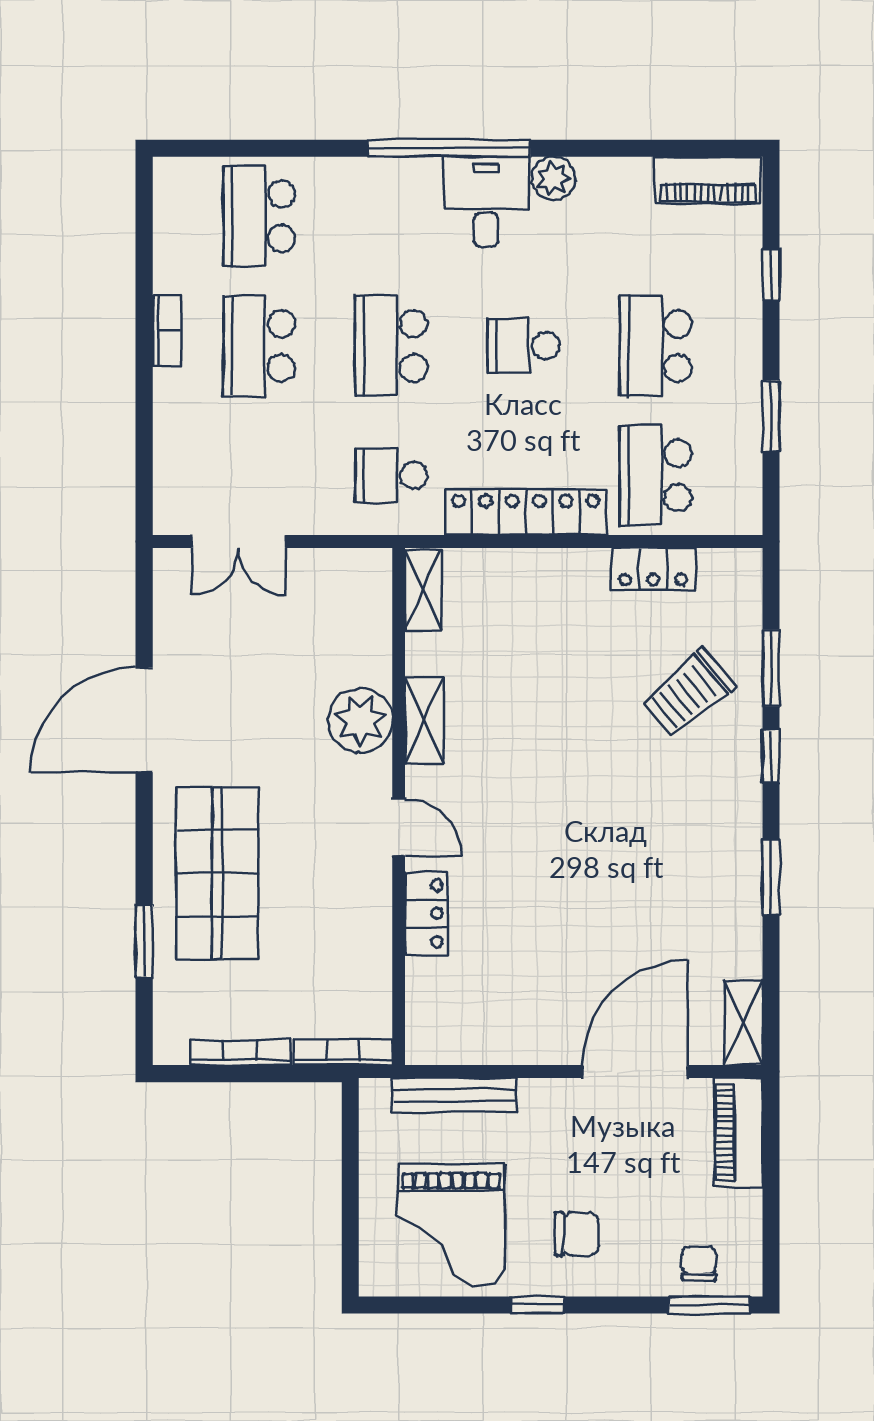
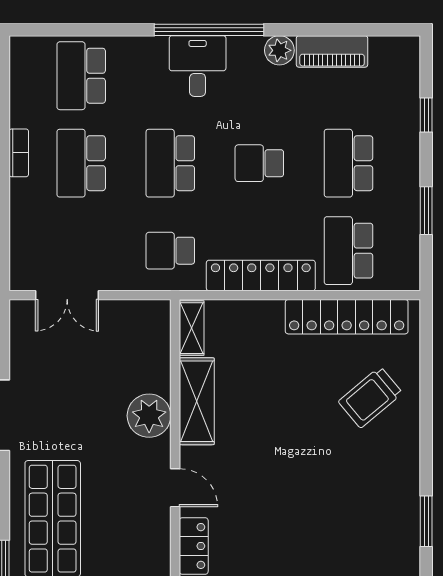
piano: (708, 180) -> (332, 51), moved
desk: (486, 202) -> (198, 66), moved
locker: (653, 569) -> (347, 317), width x2.16, depth x1.21
window: (771, 668) -> (426, 380), removed
shelving: (424, 720) -> (197, 401), width x1.50, depth x1.33
window: (771, 756) -> (426, 440), removed

